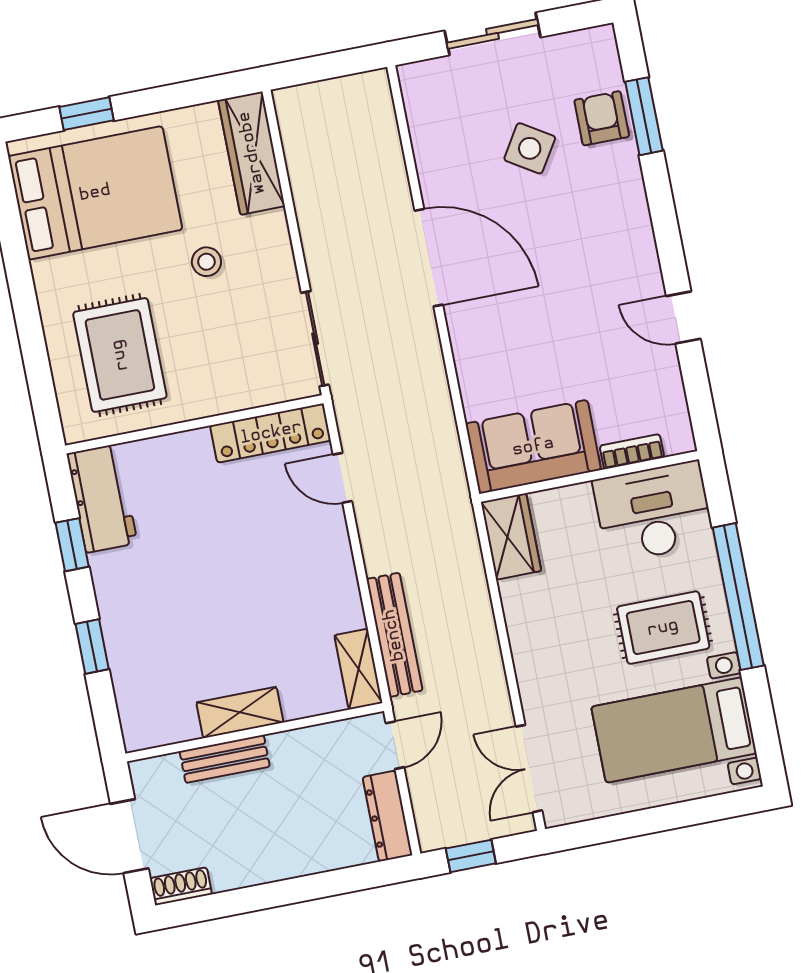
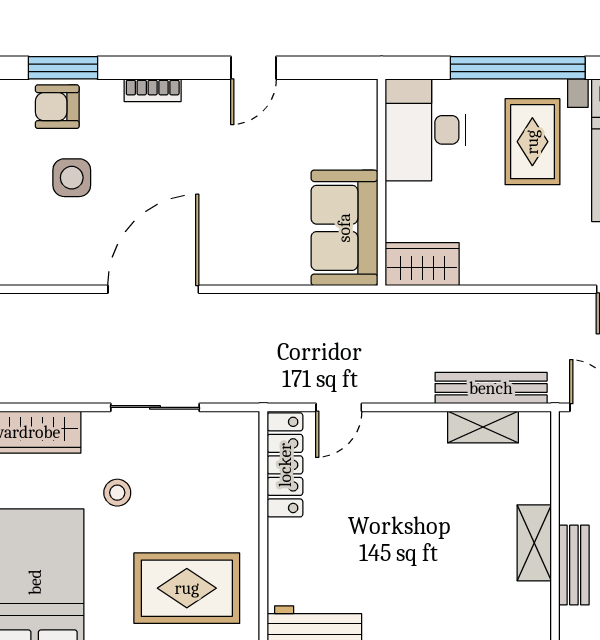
side table: (530, 148) -> (72, 178), turned -32
sliding door: (315, 339) -> (155, 407), moved
bookcase: (632, 452) -> (153, 90), moved, turned -90
shelving: (358, 669) -> (483, 427), moved

